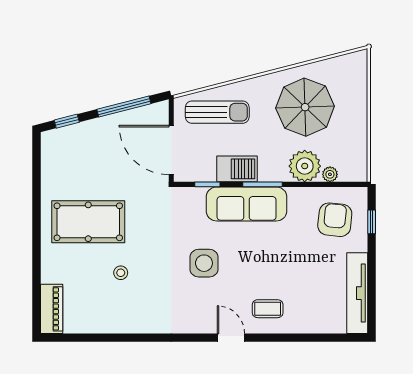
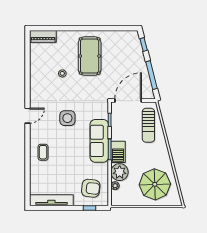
parasol: (305, 107) -> (155, 184), moved
barbecue: (237, 169) -> (118, 152), moved
door: (231, 338) -> (27, 116), moved

